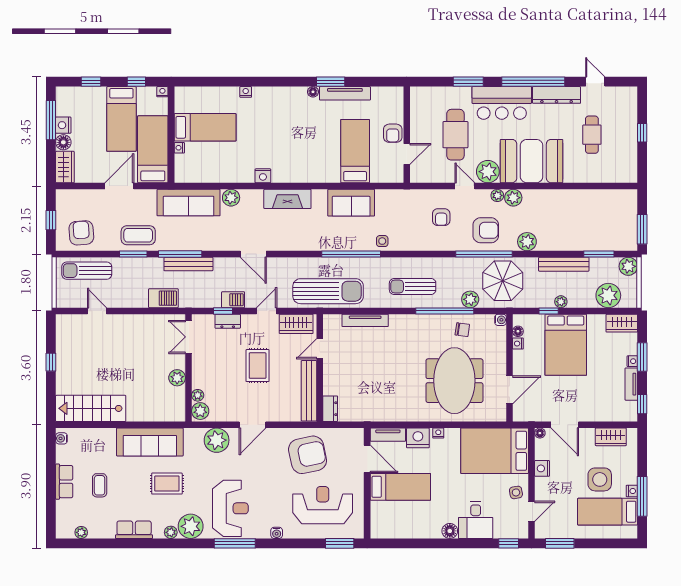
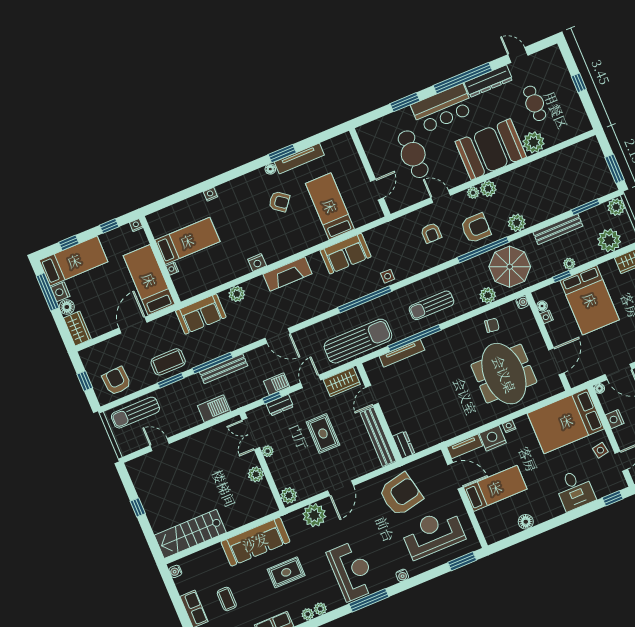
bed: (121, 119) -> (74, 261), moved, turned -90
armchair: (393, 133) -> (279, 202), moved, turned -52
plant: (488, 172) -> (534, 142), moved
sofa: (189, 203) -> (201, 314), width x0.73
window: (445, 311) -> (414, 338), moved
plant: (198, 395) -> (268, 451), moved
plant: (191, 526) -> (320, 609), width x0.53, depth x0.53
floor lamp: (450, 531) -> (526, 522), moved

